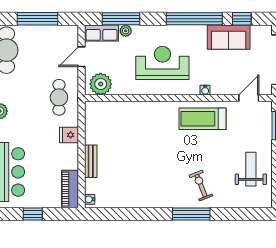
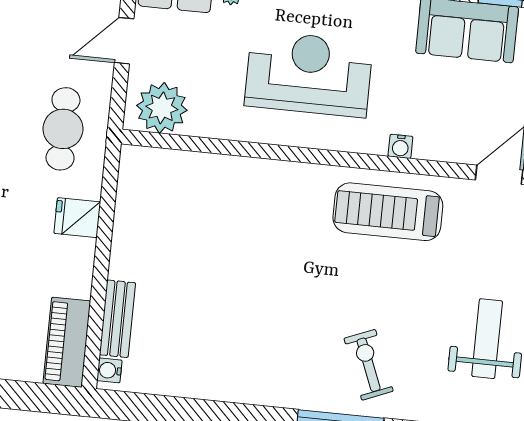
bench: (91, 161) -> (117, 319), moved

